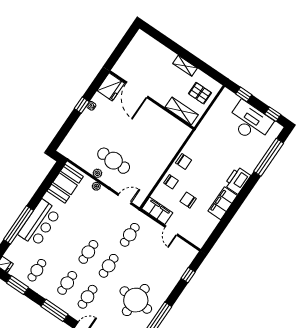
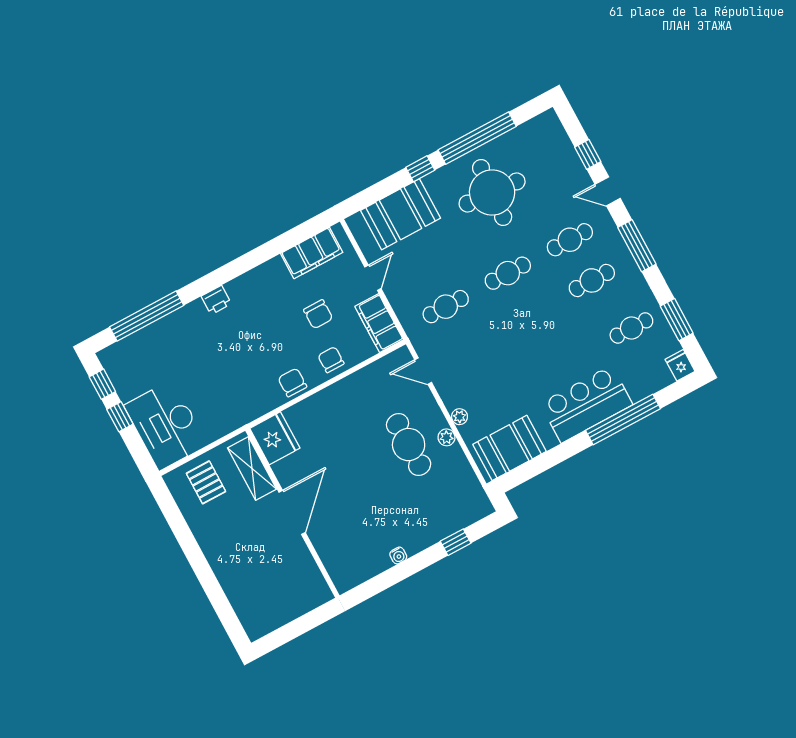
shelving: (185, 66) -> (207, 541), removed
fridge: (111, 87) -> (275, 438), moved, turned 90
door: (137, 90) -> (292, 512), moved
window: (244, 94) -> (120, 417), moved
window: (82, 105) -> (456, 542), moved
desk: (250, 122) -> (166, 425), moved
printer: (237, 180) -> (216, 300), width x0.53, depth x0.68
filing cabinet: (223, 203) -> (312, 253), moved
cafe table: (88, 252) -> (530, 314), removed
booth: (174, 267) -> (400, 214), added
window: (188, 275) -> (420, 169), moved

